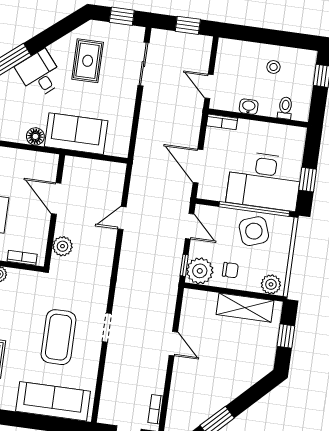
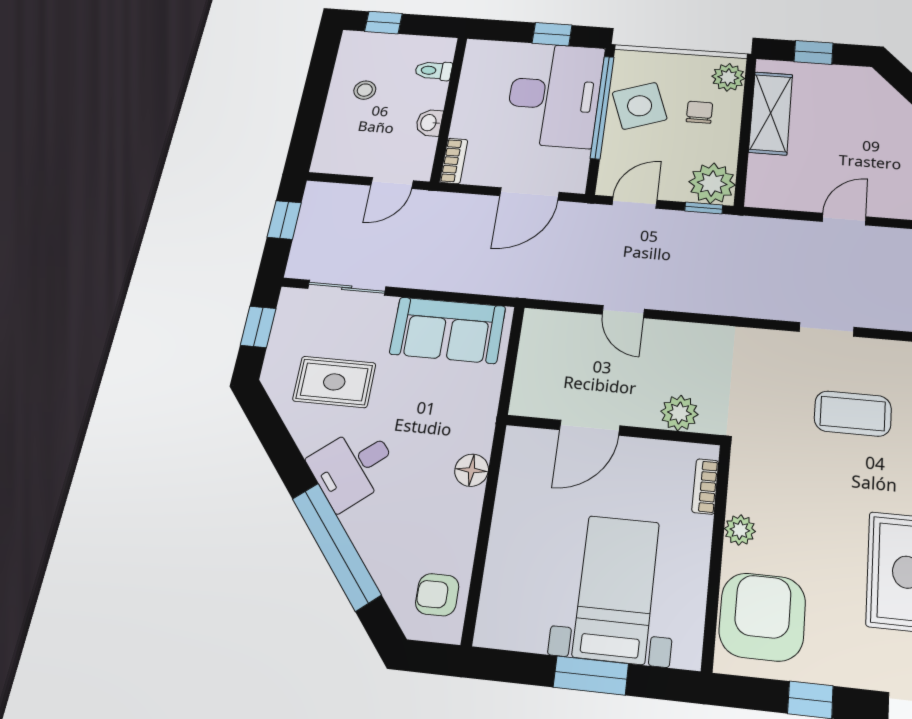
sofa: (76, 134) -> (448, 330), moved, turned -90
chair: (230, 270) -> (699, 112), moved
coffee table: (59, 337) -> (853, 414), width x0.73, depth x0.76

